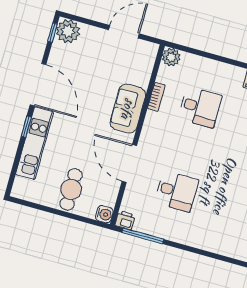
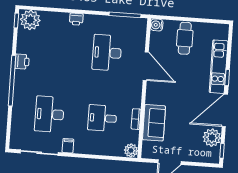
plant: (68, 31) -> (212, 138), moved
door: (38, 85) -> (225, 110), hinge flipped
sofa: (128, 109) -> (154, 123), moved
desk: (177, 191) -> (107, 53), width x1.37
printer: (125, 220) -> (76, 19), moved

